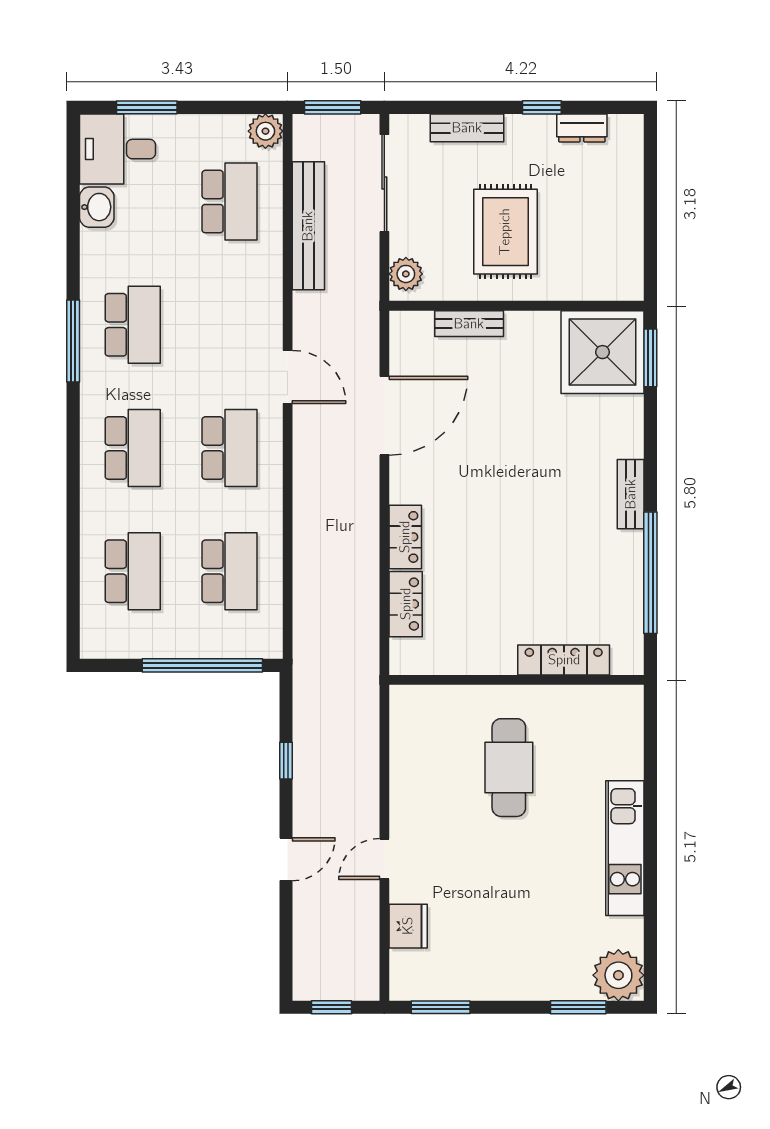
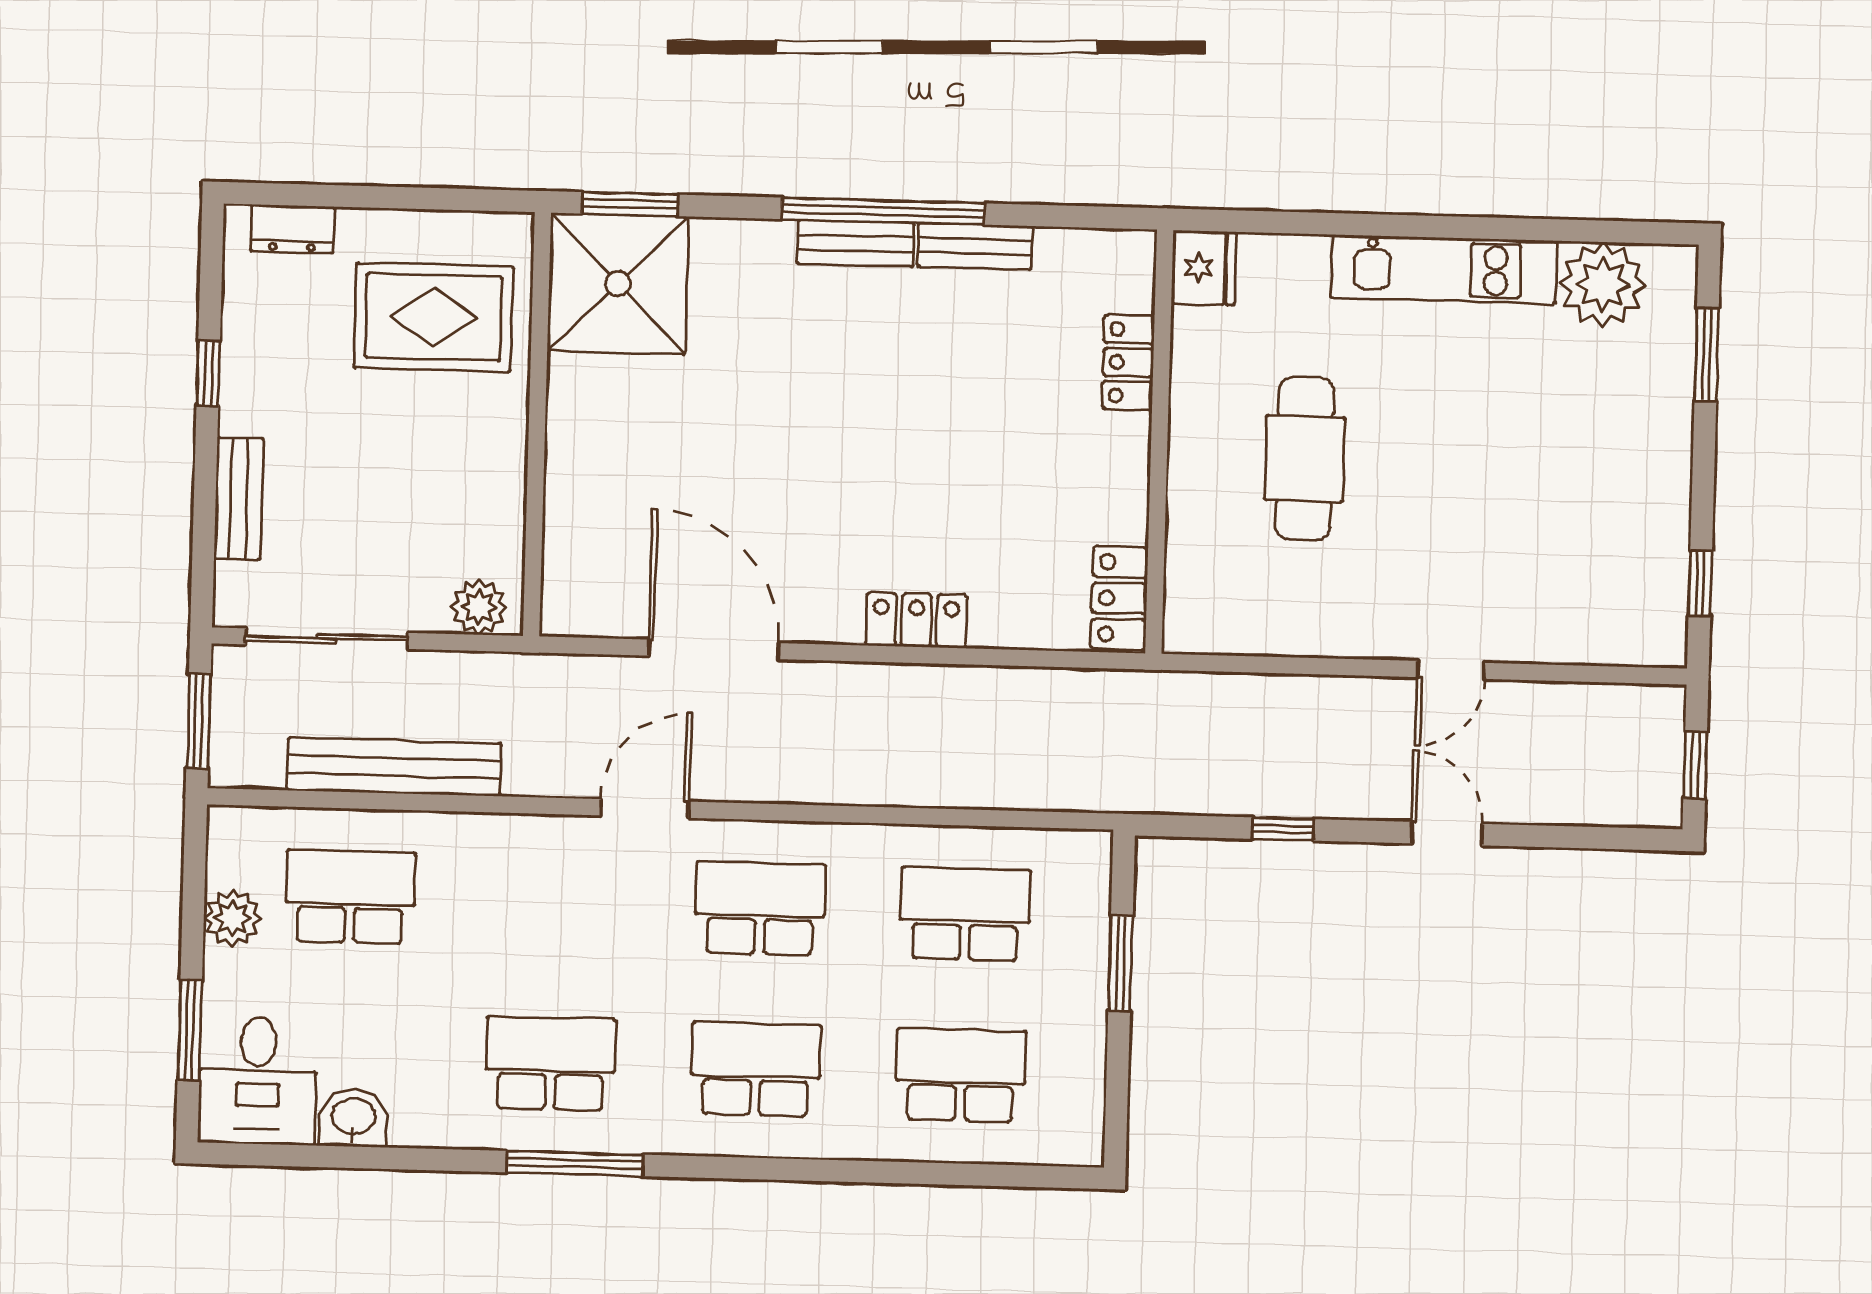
dresser: (582, 128) -> (292, 229), moved, turned 90
plant: (265, 131) -> (232, 918), moved
rug: (505, 232) -> (434, 317), moved
bench: (469, 324) -> (975, 246), moved, turned 90
window: (650, 573) -> (883, 211), moved
locker: (406, 604) -> (1119, 598), moved, turned -90
locker: (564, 660) -> (1128, 362), width x0.66
window: (202, 665) -> (1120, 964), width x0.47
cafe table: (509, 768) -> (1305, 459), turned 90
door: (384, 859) -> (1451, 670), hinge flipped
fridge: (408, 926) -> (1204, 268), moved, turned 90
plant: (618, 975) -> (1603, 285), moved
window: (441, 1007) -> (1700, 583), width x0.67

